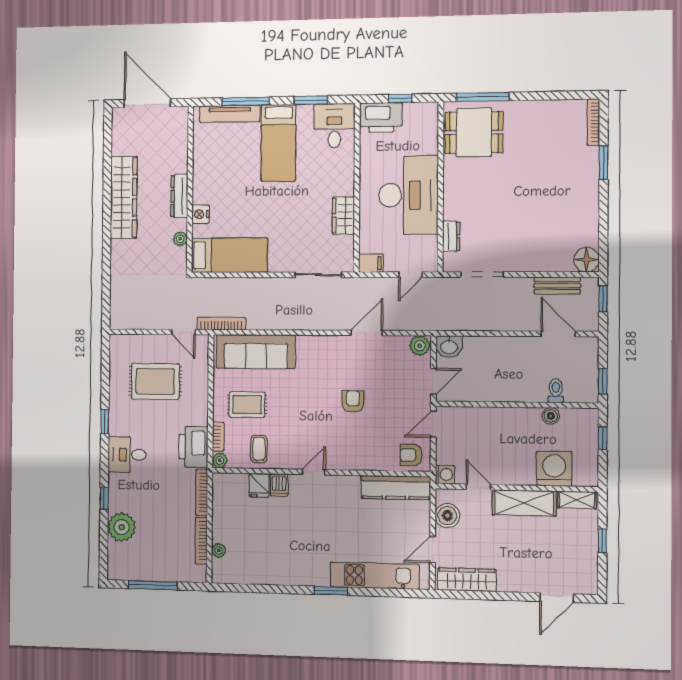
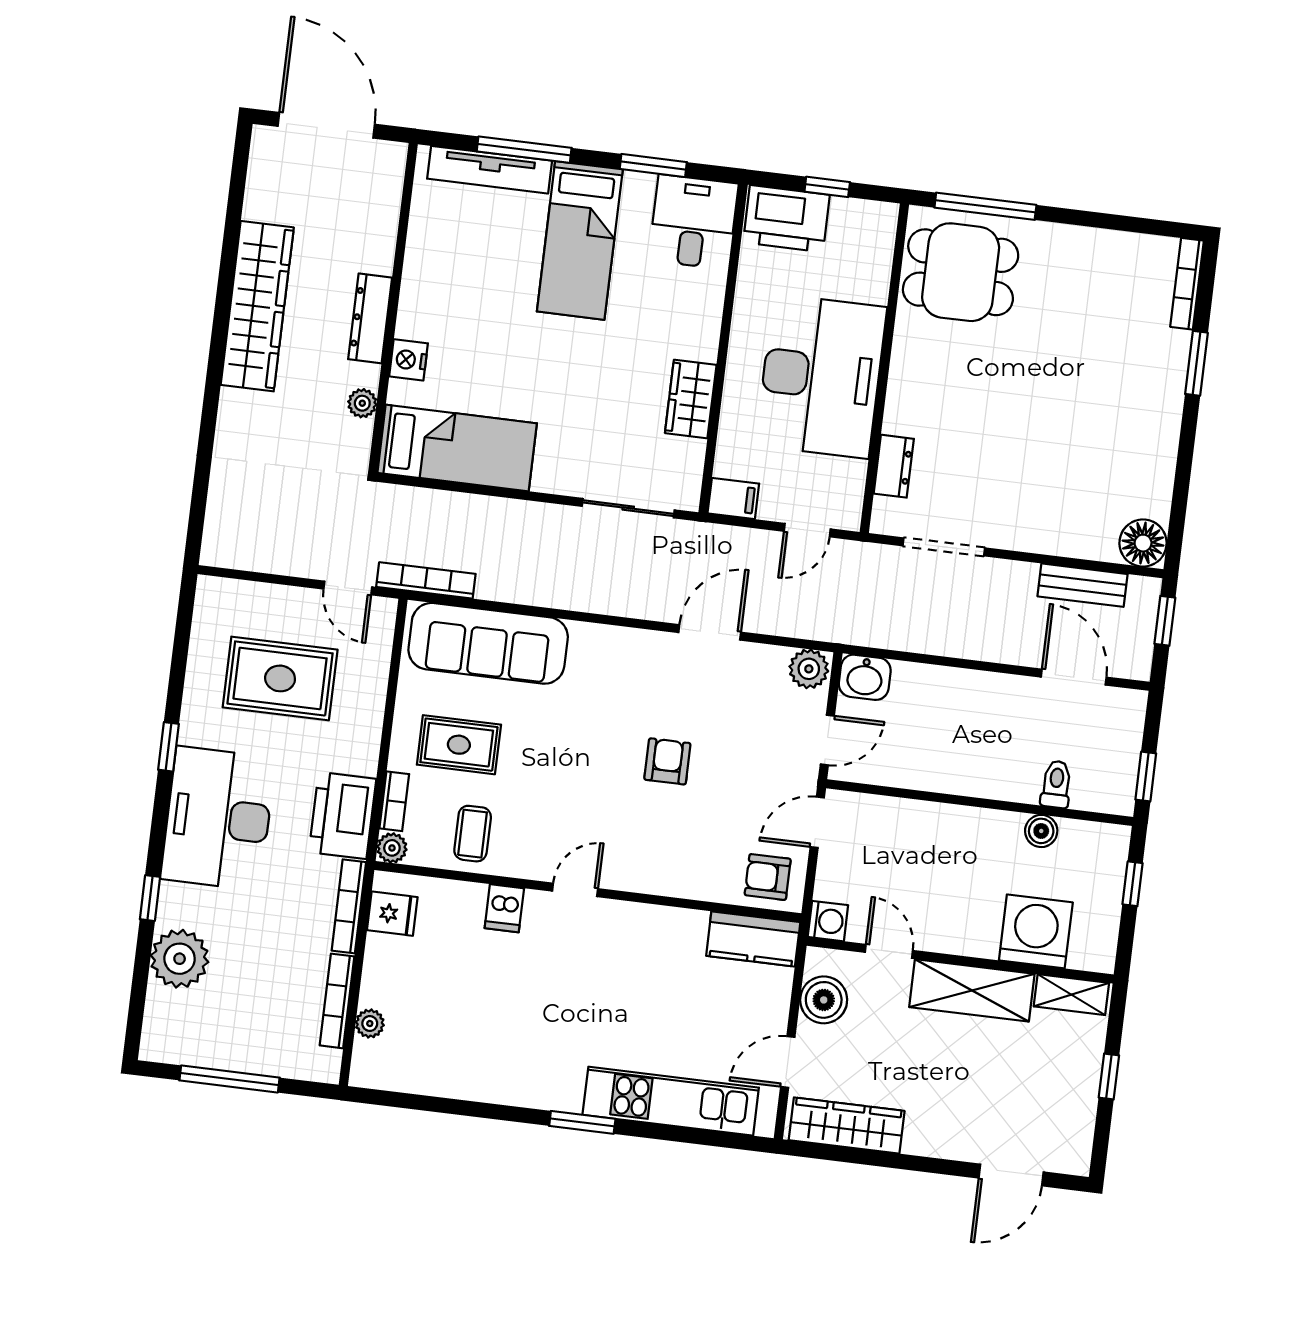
desk: (127, 455) -> (218, 818), width x1.87, depth x1.30
fridge: (259, 485) -> (392, 914), moved, turned -90
kitchen counter: (396, 488) -> (753, 939), width x0.67

